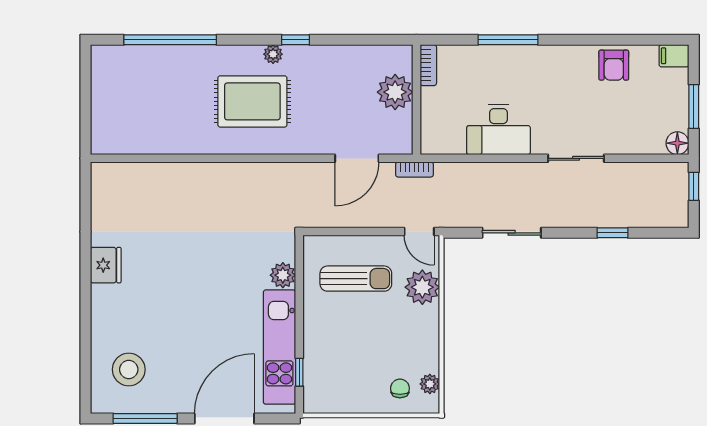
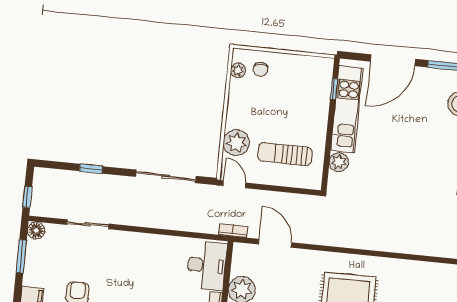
desk: (499, 130) -> (207, 265), moved, turned 90
door: (357, 158) -> (275, 243), hinge flipped
sliding door: (576, 158) -> (88, 224), moved
sliding door: (512, 233) -> (166, 176), width x1.37

